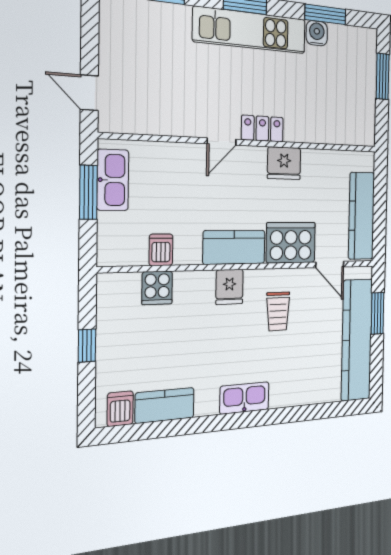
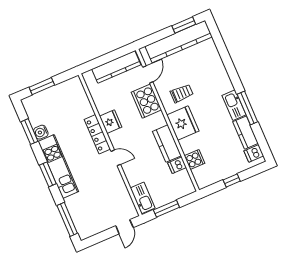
locker: (262, 129) -> (97, 134), width x1.53
kitchen sink: (113, 180) -> (143, 198), moved, turned 90
kitchen counter: (234, 247) -> (167, 144), moved
fridge: (229, 287) -> (183, 123), width x1.88, depth x1.34
window: (378, 313) -> (184, 25), moved
kitchen sink: (244, 398) -> (234, 105), moved
window: (206, 424) -> (247, 108), added

